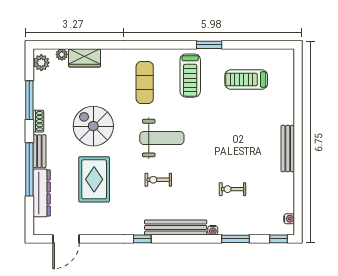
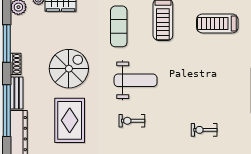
spiral stairs: (93, 126) -> (69, 69), turned 90

